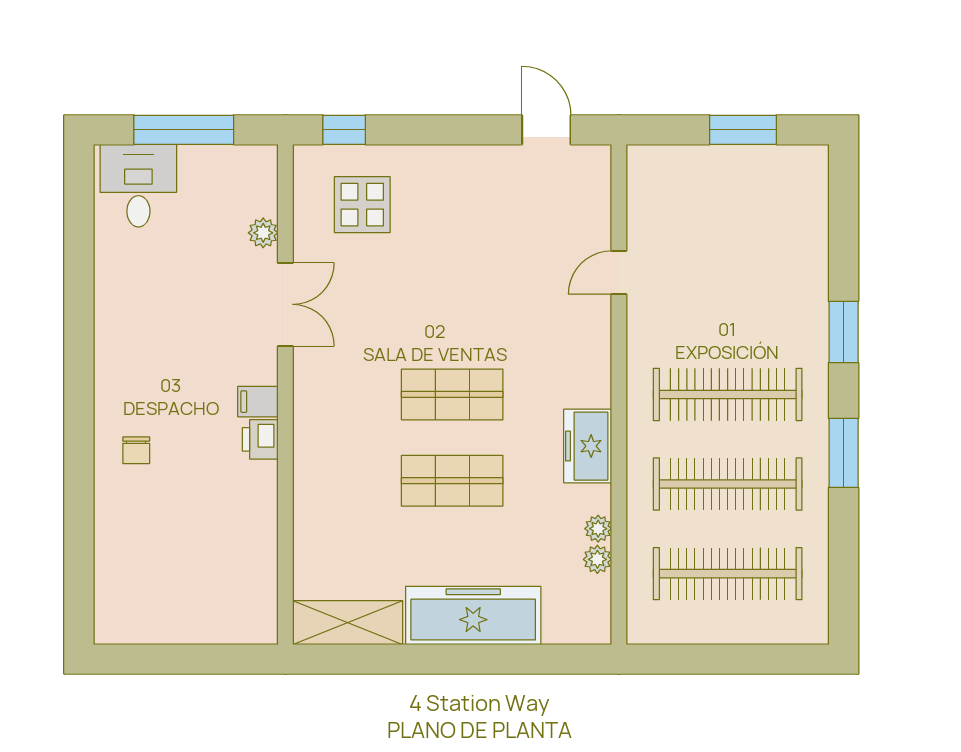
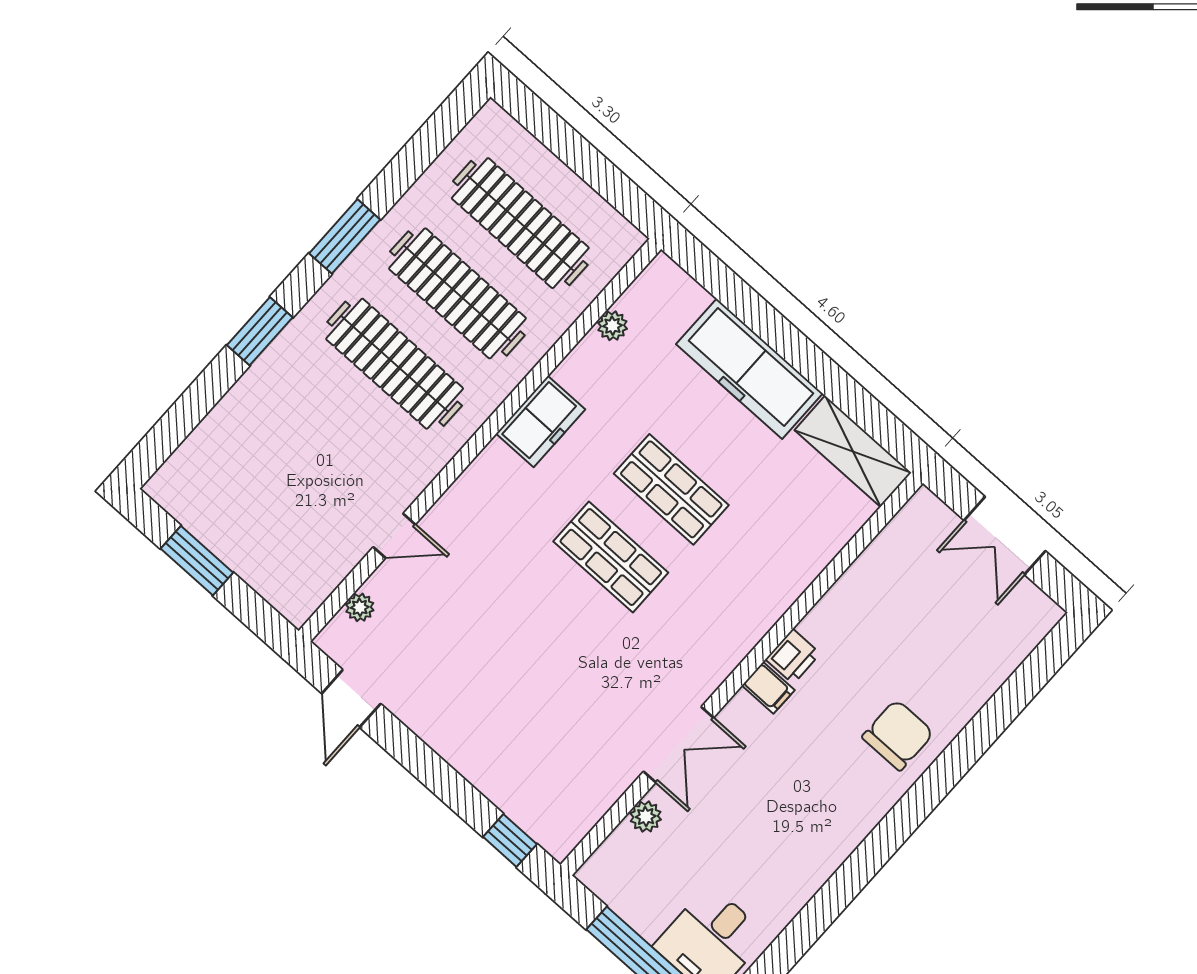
display table: (362, 205) -> (548, 769), removed
double door: (285, 304) -> (679, 745), swing flipped
chair: (136, 450) -> (898, 735), width x1.87, depth x1.87
plant: (598, 529) -> (360, 607), moved
double door: (187, 659) -> (1005, 536), added

